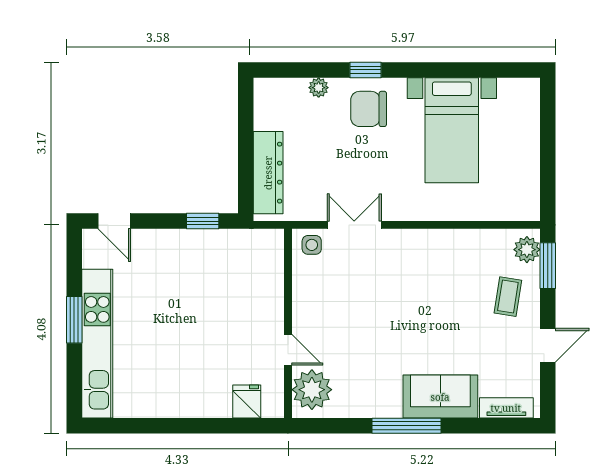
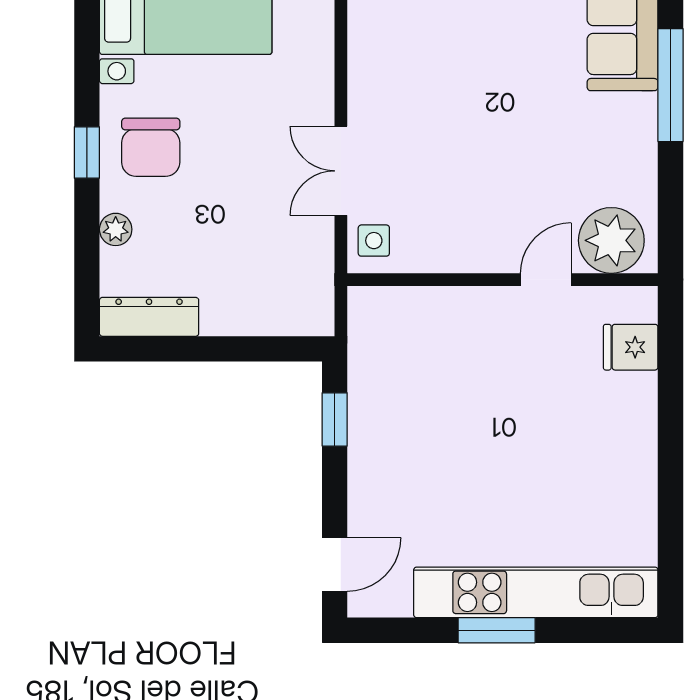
dresser: (268, 173) -> (149, 317), moved, width x0.73, depth x0.80

